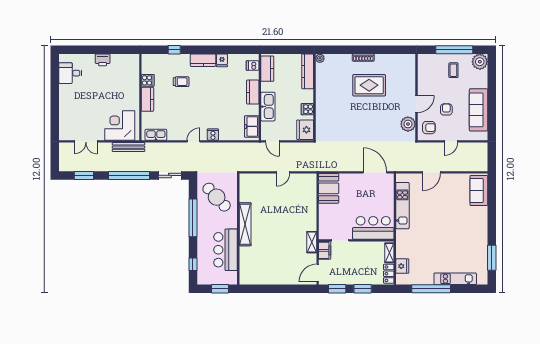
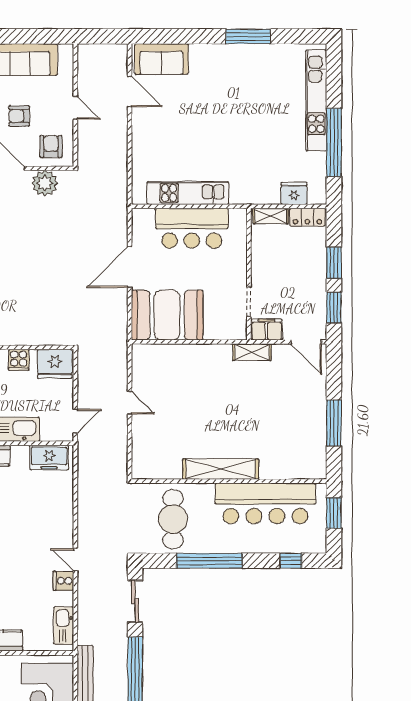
cooker: (213, 135) -> (63, 581), moved
door: (375, 172) -> (130, 267), moved
door: (432, 172) -> (130, 92), moved
booth: (329, 188) -> (167, 315), width x1.36, depth x1.42
cafe table: (217, 197) -> (173, 519), turned -47
bar counter: (373, 228) -> (192, 228), moved, turned -90
bar counter: (226, 250) -> (265, 503), width x1.36
window: (492, 258) -> (248, 36), moved
kitchen unit: (455, 279) -> (316, 100), width x1.36
window: (271, 289) -> (334, 423), added

